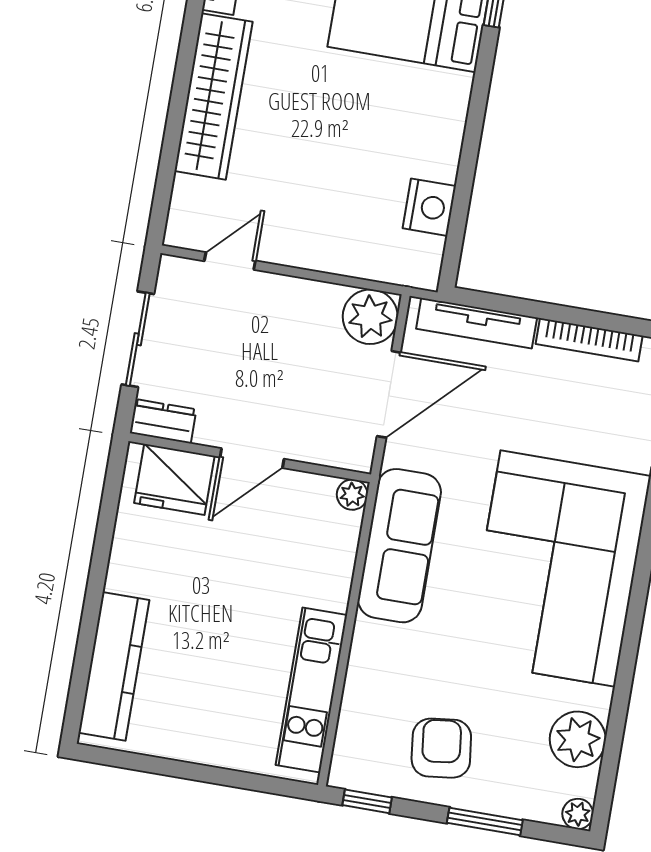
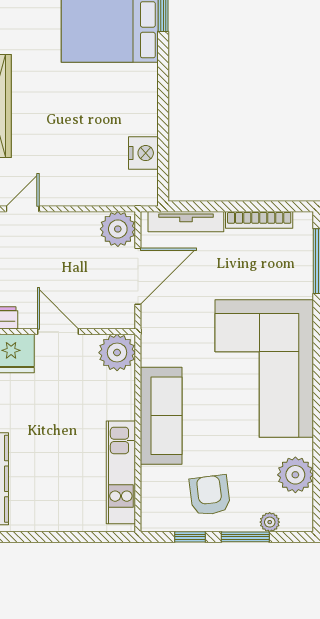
door: (252, 458) -> (58, 332), swing flipped
plant: (352, 495) -> (117, 353), width x1.88, depth x1.88
sofa: (399, 546) -> (161, 416), moved
window: (367, 801) -> (190, 537), moved
plant: (578, 814) -> (270, 522), moved

